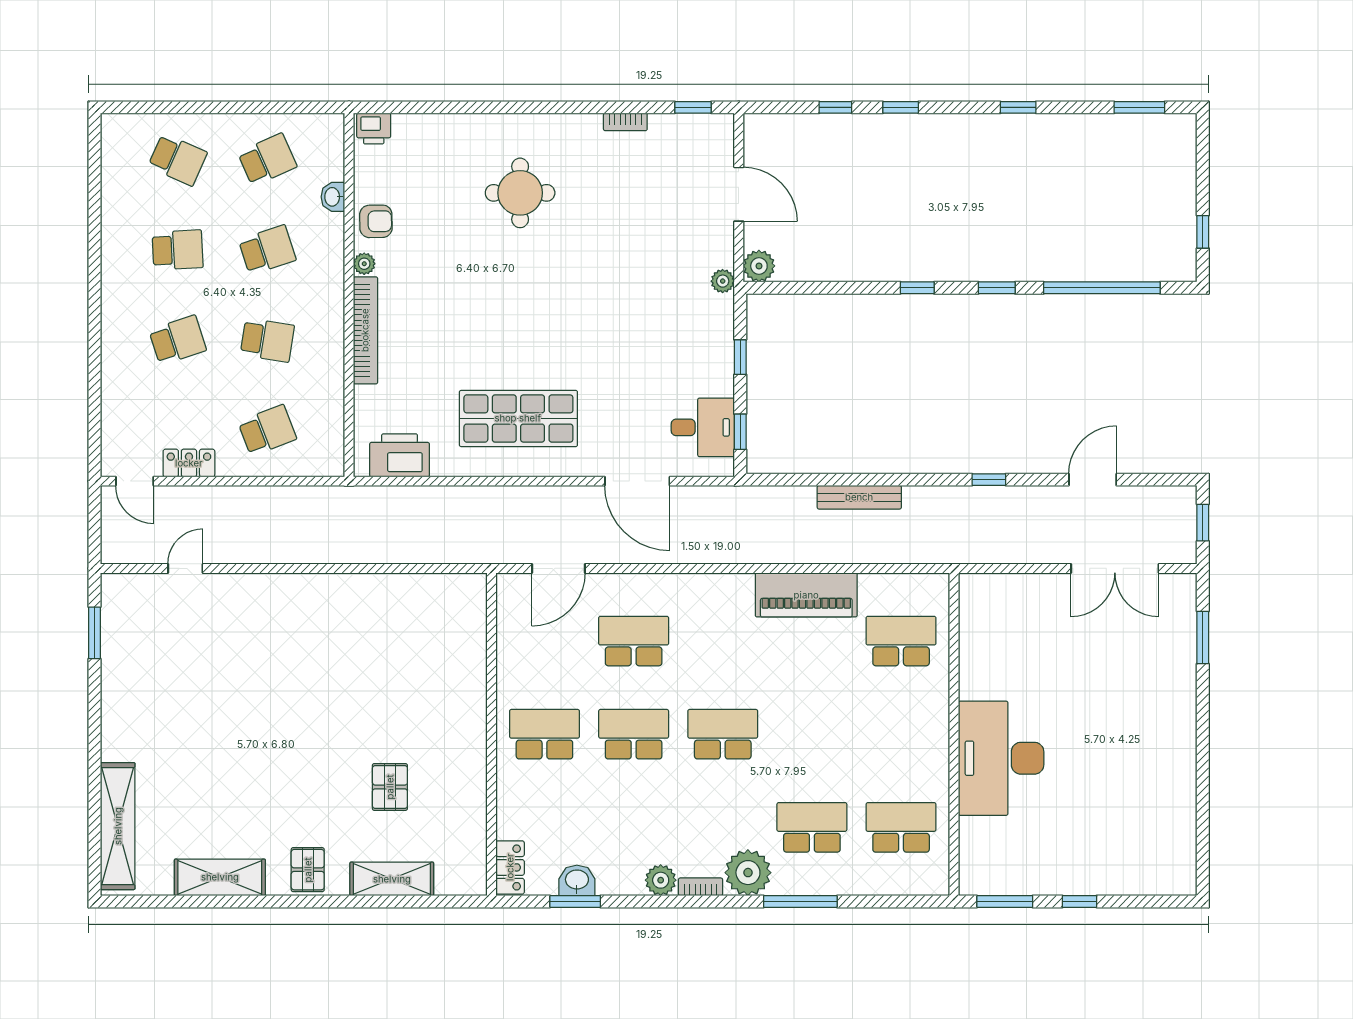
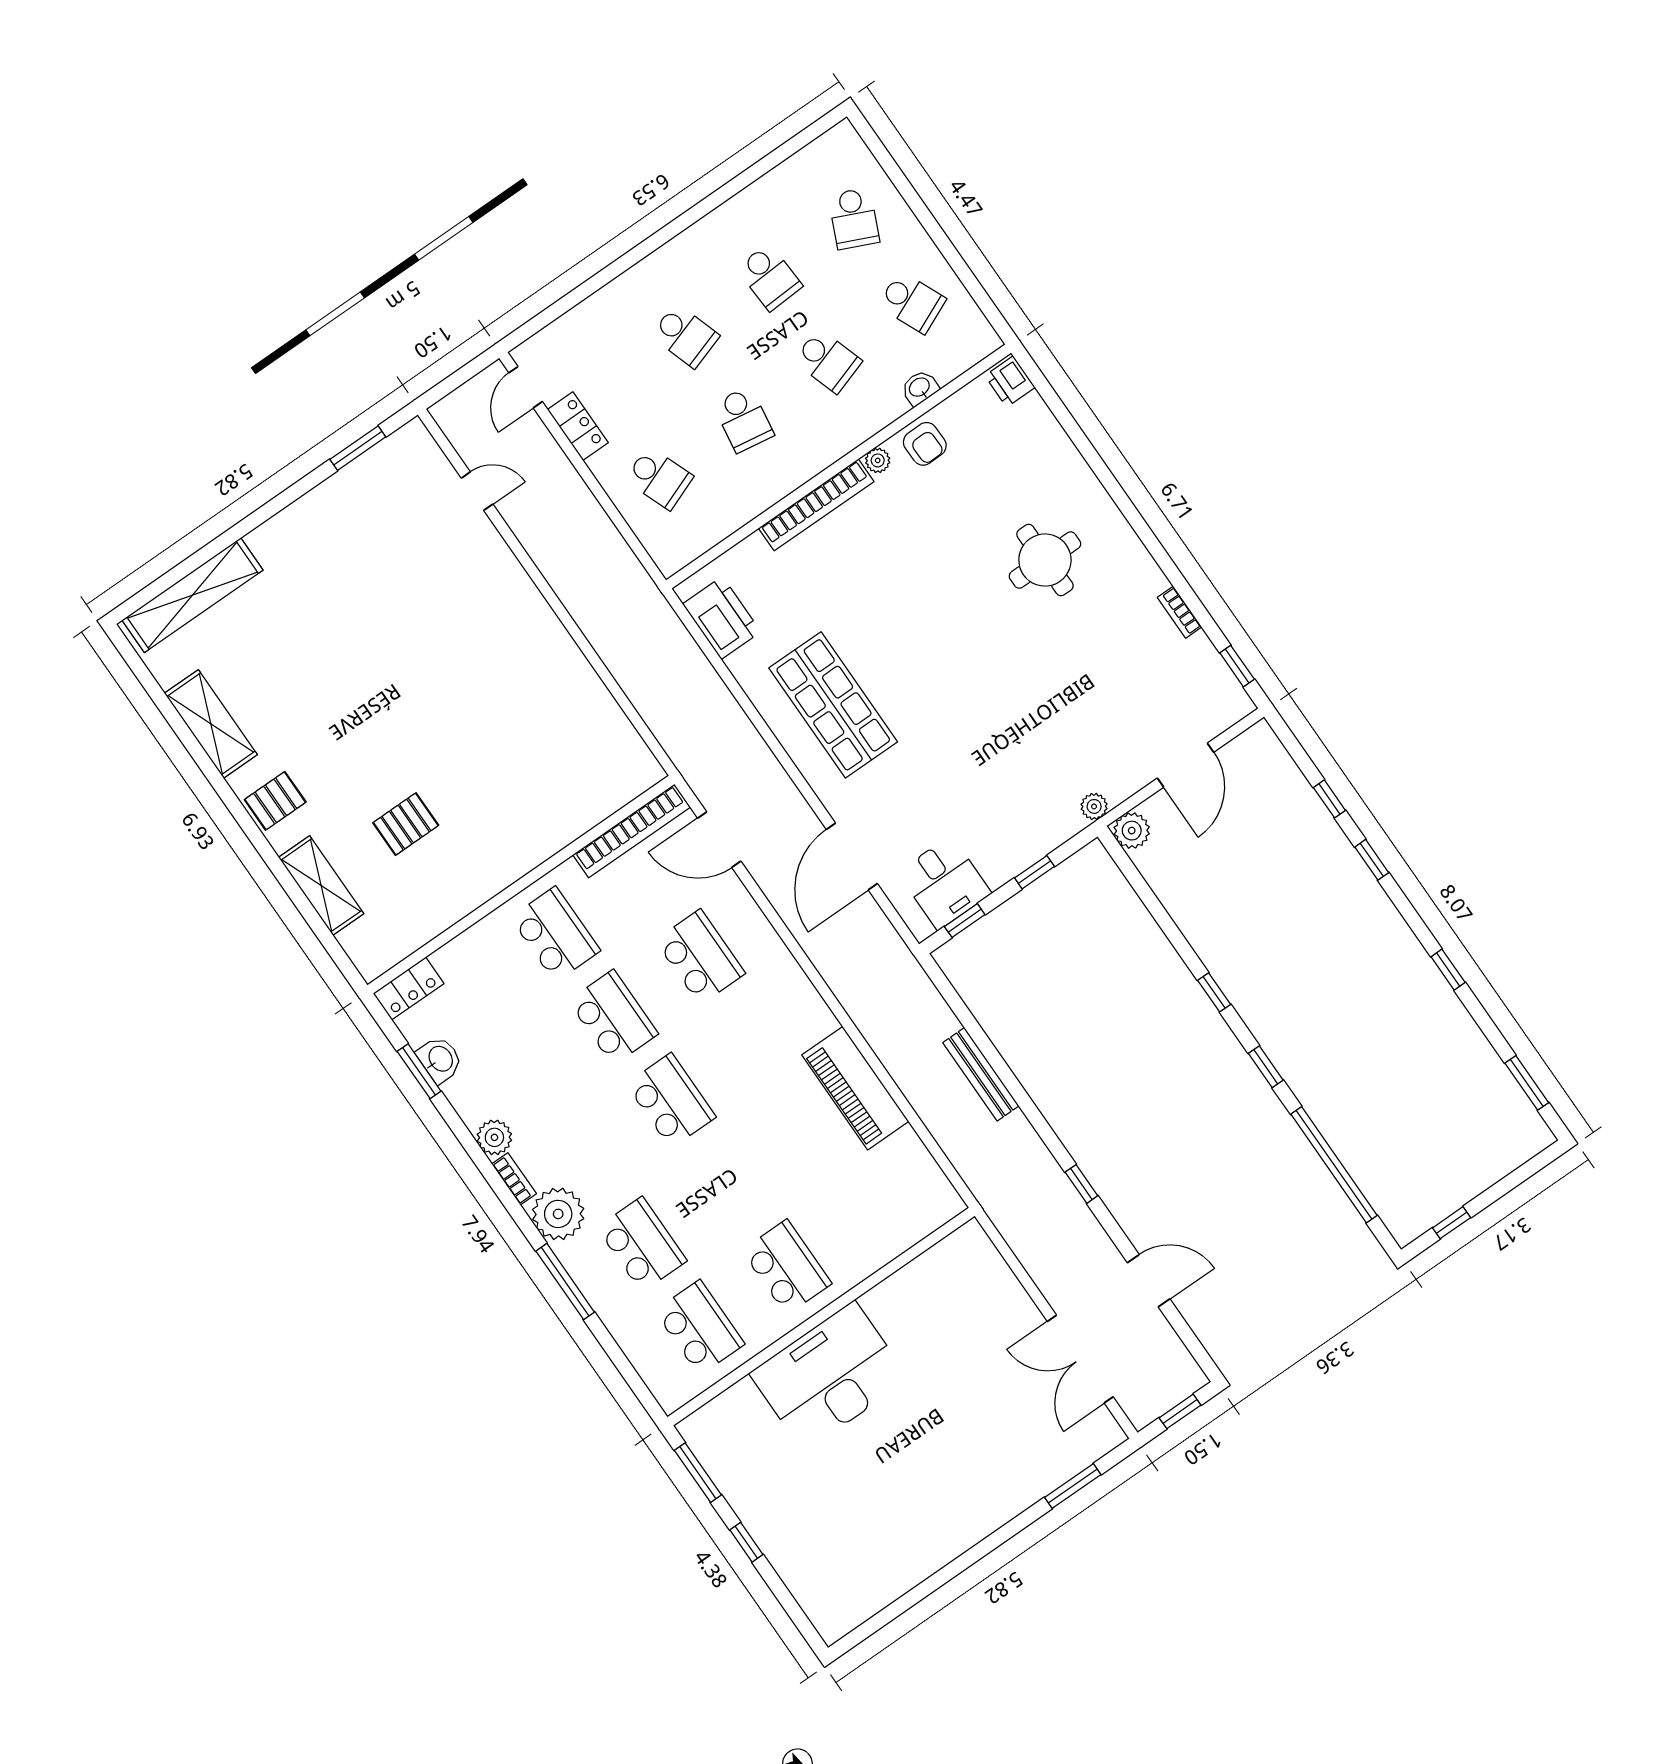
bookcase: (508, 627) -> (632, 831), added
school desk: (901, 641) -> (787, 1267), moved

